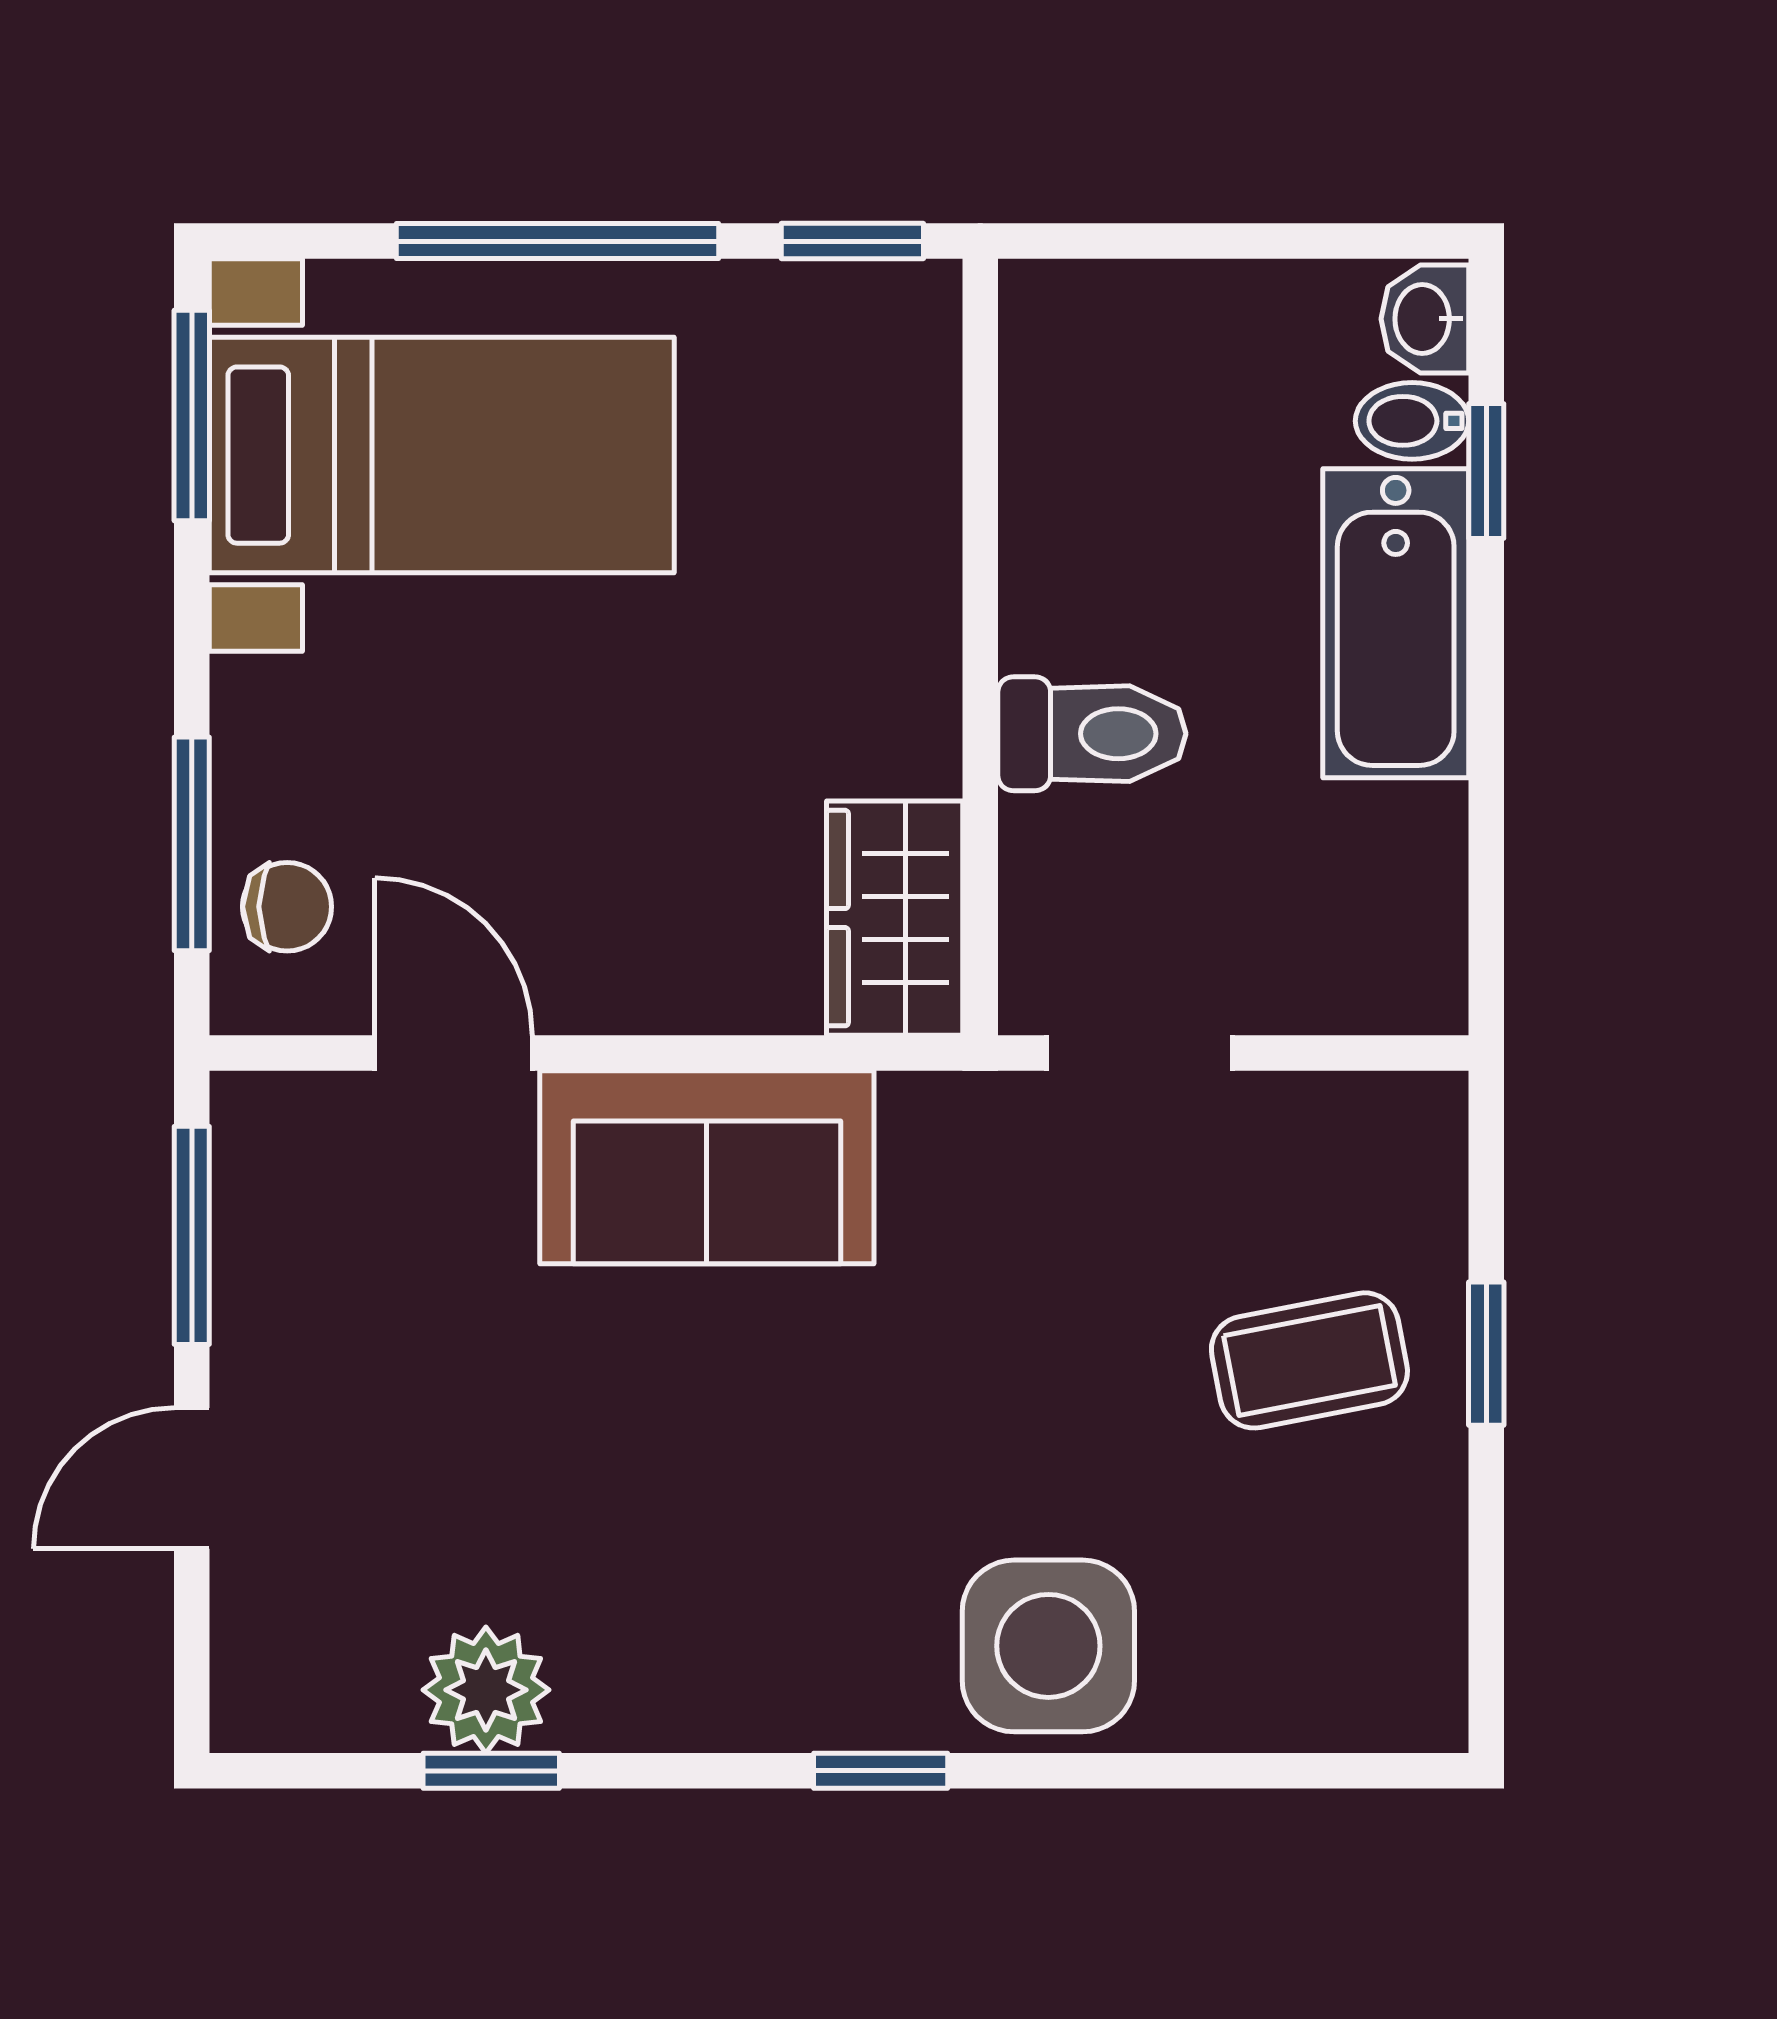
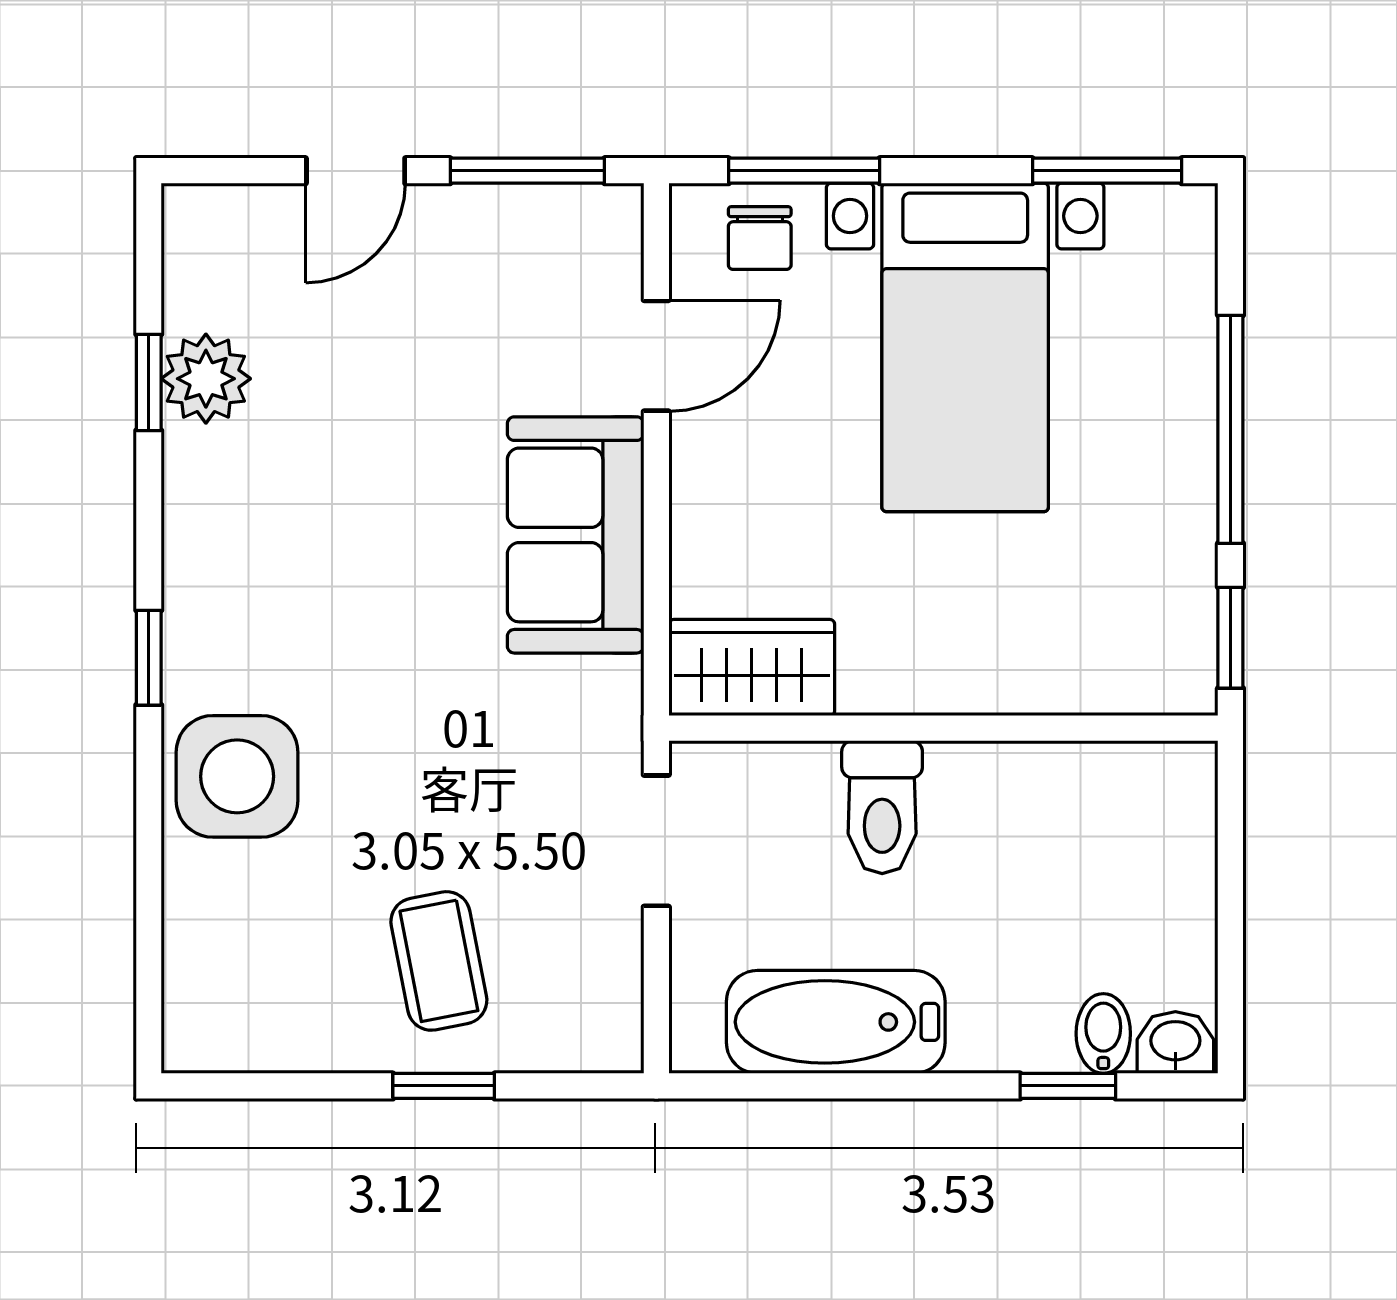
bed with nightstands: (442, 455) -> (965, 347), moved
bathtub: (1396, 623) -> (836, 1022), moved
door: (192, 1478) -> (356, 171), swing flipped

